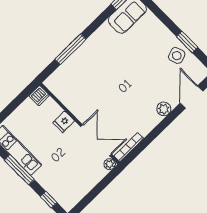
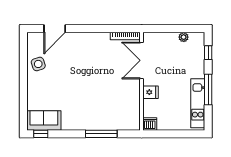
window: (187, 42) -> (23, 66), removed
plant: (164, 109) -> (79, 38), removed
plant: (110, 164) -> (184, 37), moved

